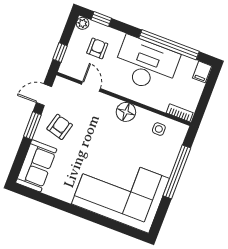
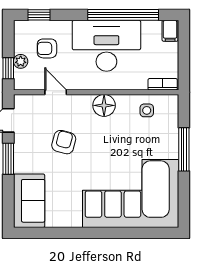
plant: (83, 23) -> (21, 61), moved
armchair: (97, 48) -> (47, 48), turned -90
armchair: (60, 127) -> (64, 142), moved
window: (177, 172) -> (184, 149), width x0.68

